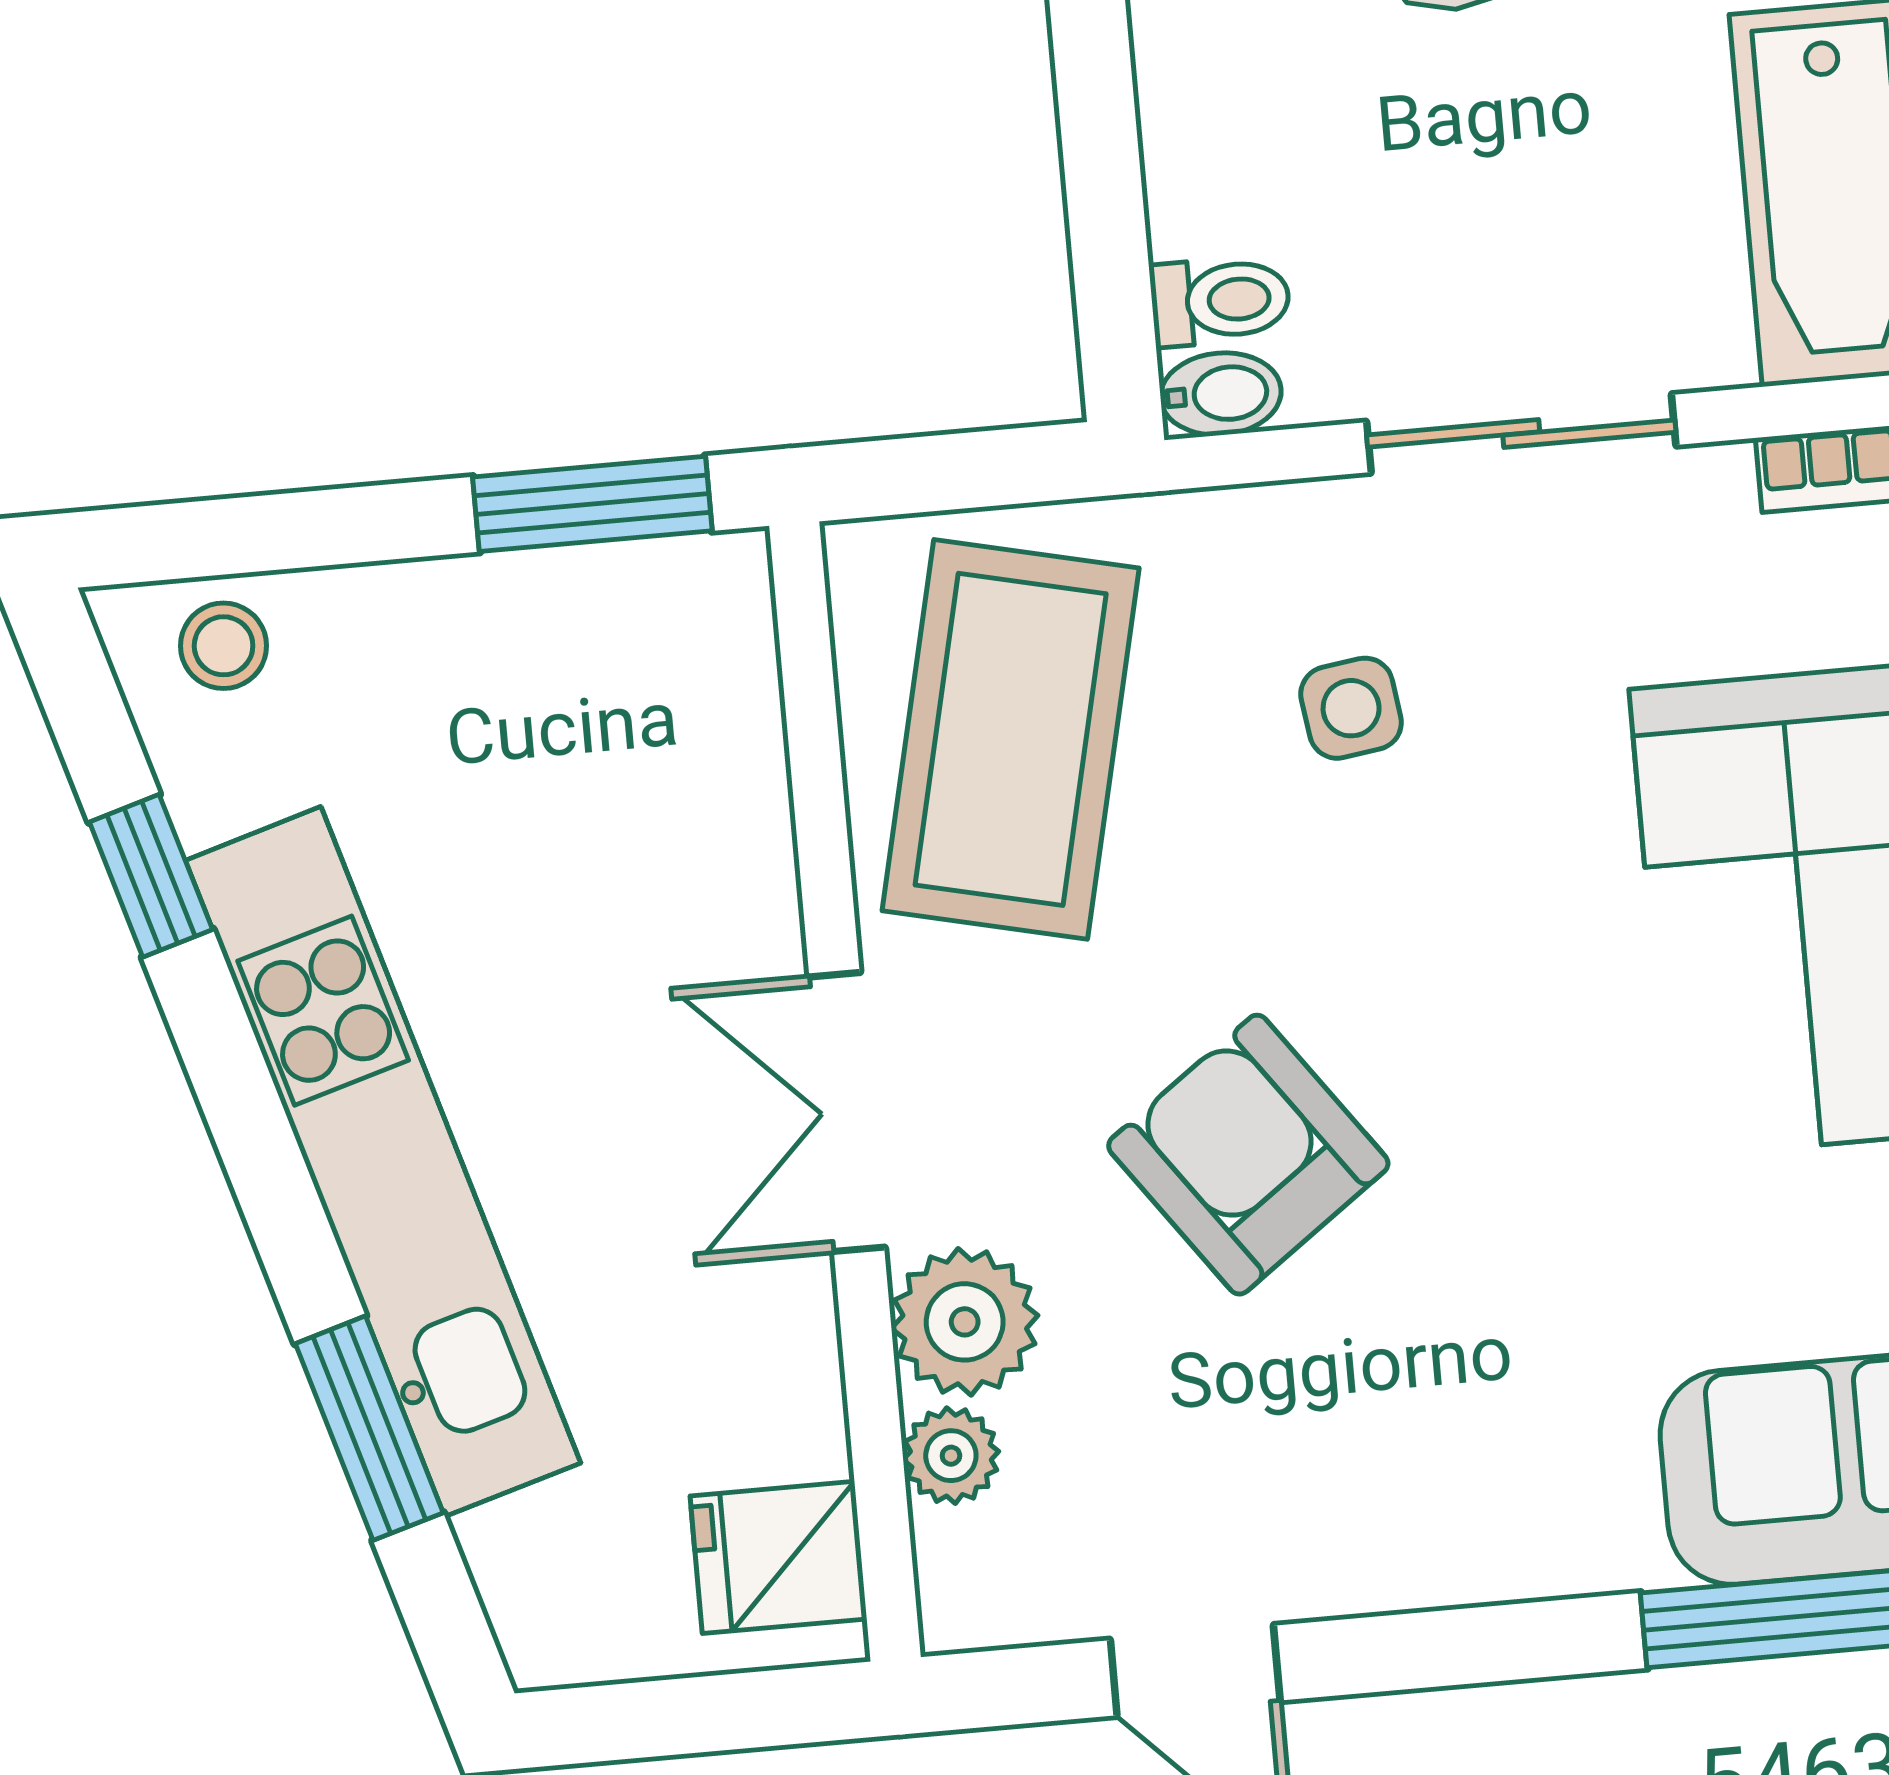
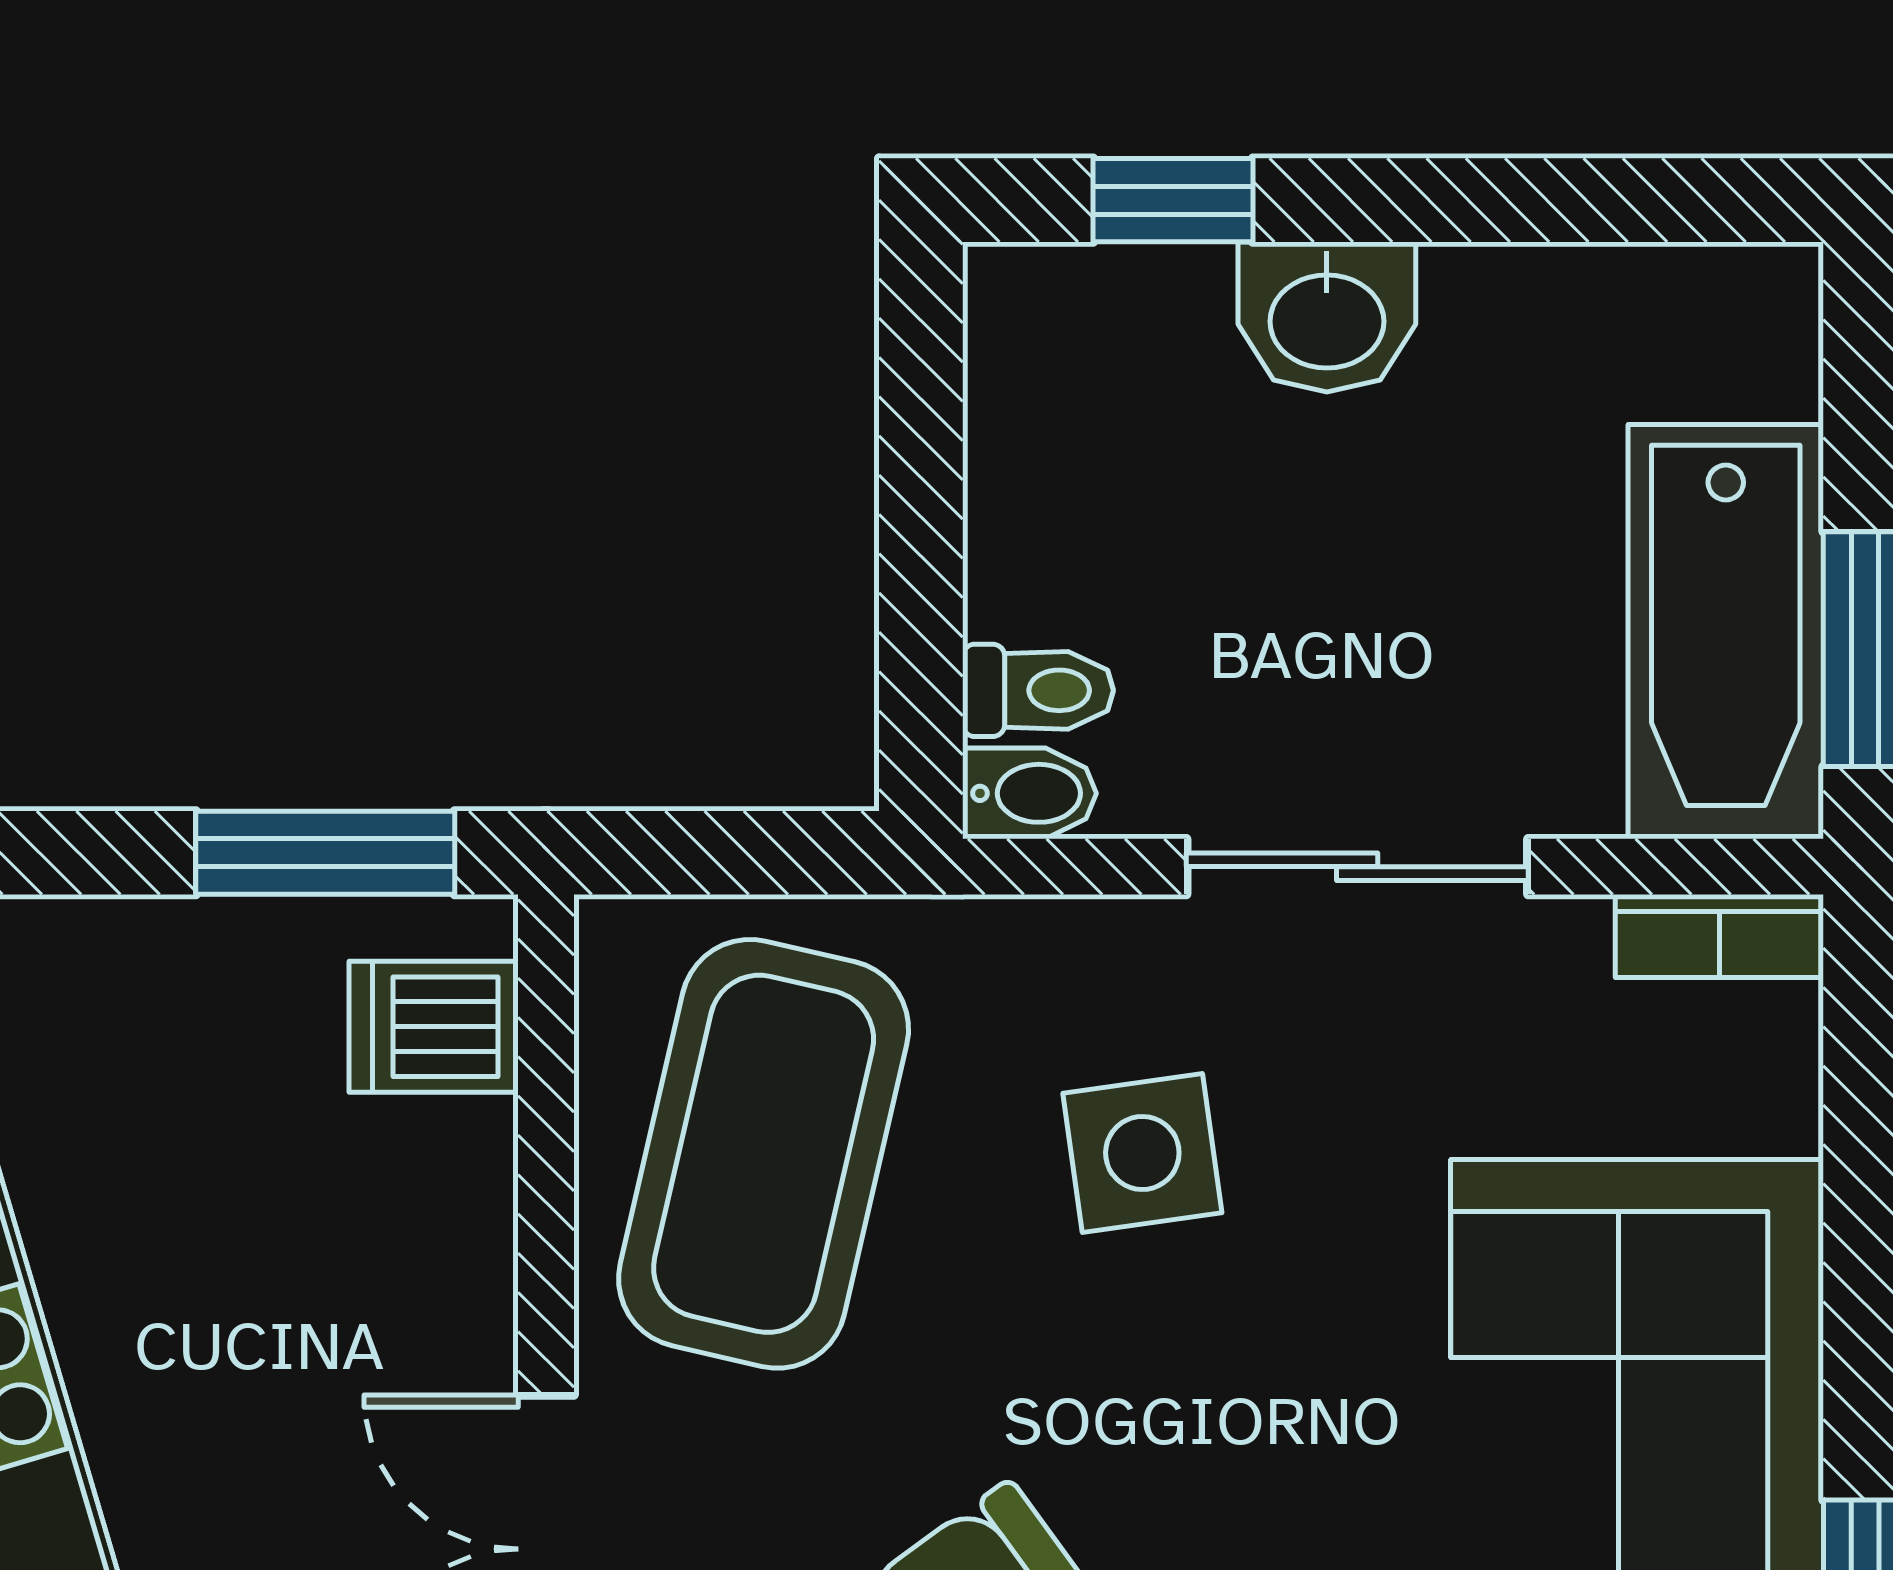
dishwasher: (704, 652) -> (434, 1027), added
side table: (1351, 708) -> (1142, 1153), width x1.37, depth x1.37

